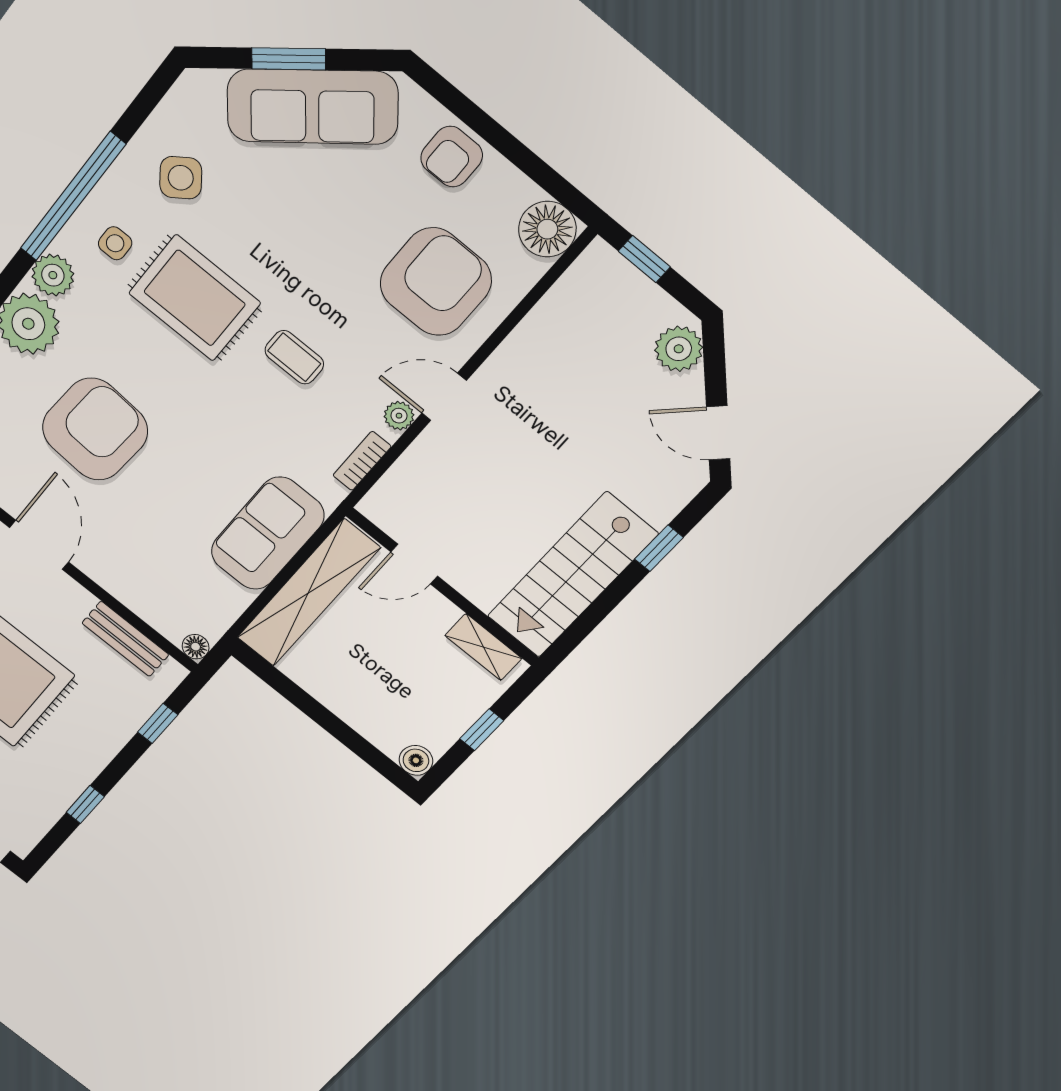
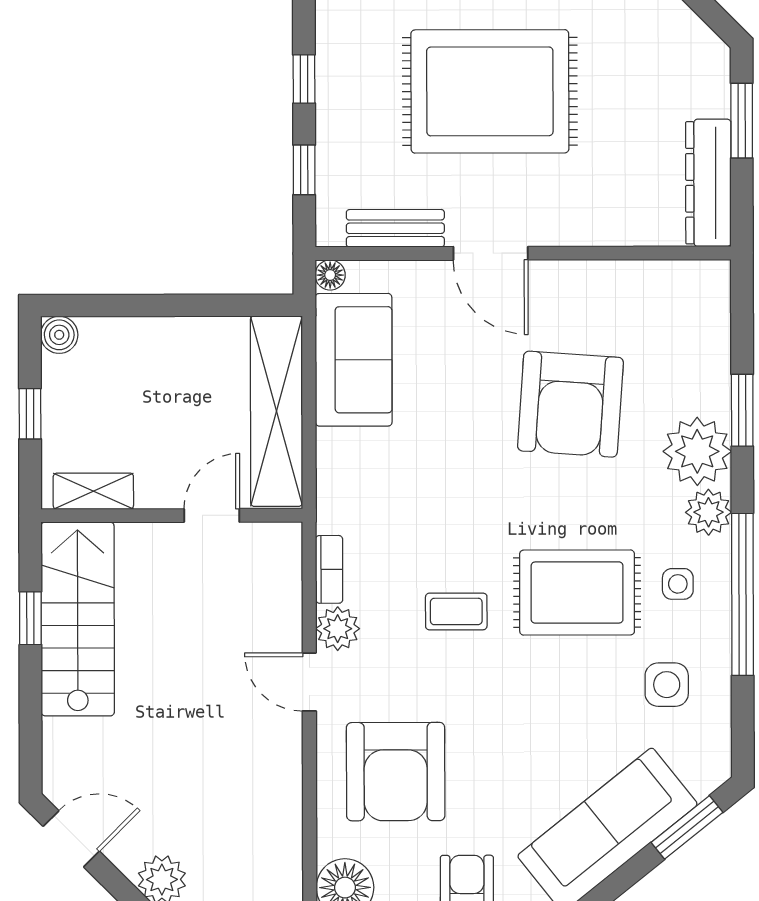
window: (289, 59) -> (687, 827), moved
side table: (181, 178) -> (667, 685), turned 36
door: (444, 397) -> (309, 682), swing flipped
plant: (399, 416) -> (338, 629), width x1.38, depth x1.38
sofa: (267, 533) -> (354, 360), moved
door: (39, 545) -> (491, 253), moved
window: (659, 548) -> (30, 618), moved
window: (85, 804) -> (304, 79), moved

